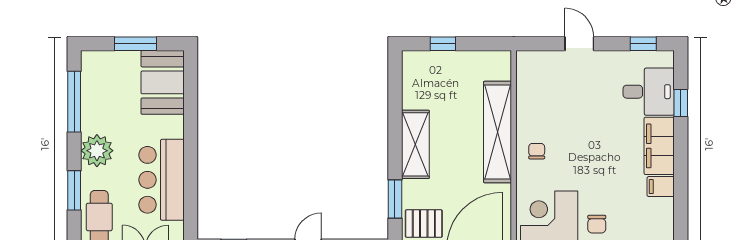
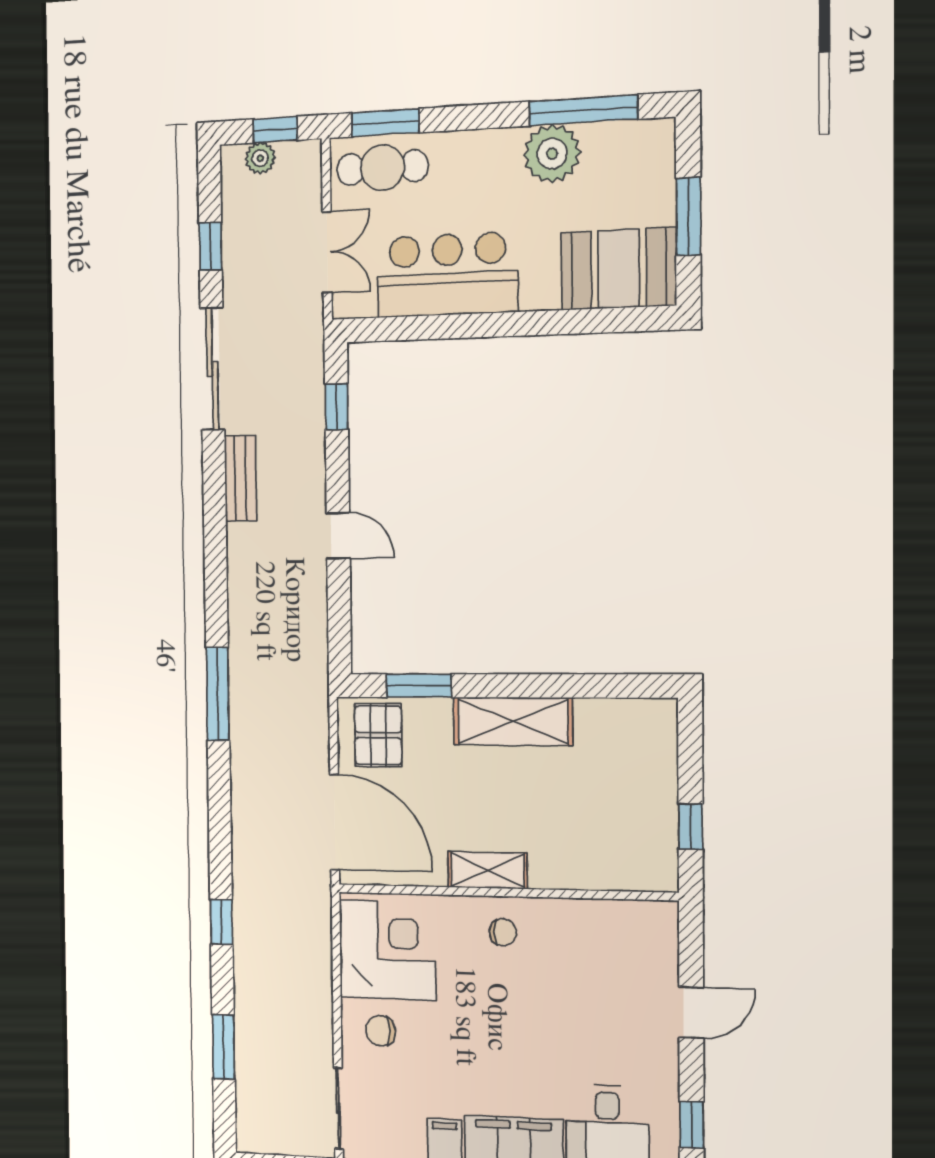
window: (443, 44) -> (691, 827), moved
shelving: (498, 132) -> (487, 870), width x0.45, depth x0.75
plant: (97, 151) -> (552, 154), moved
window: (74, 190) -> (385, 123), moved

